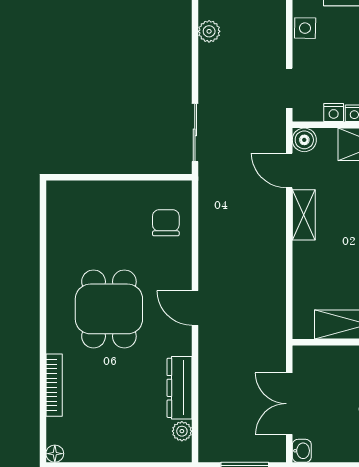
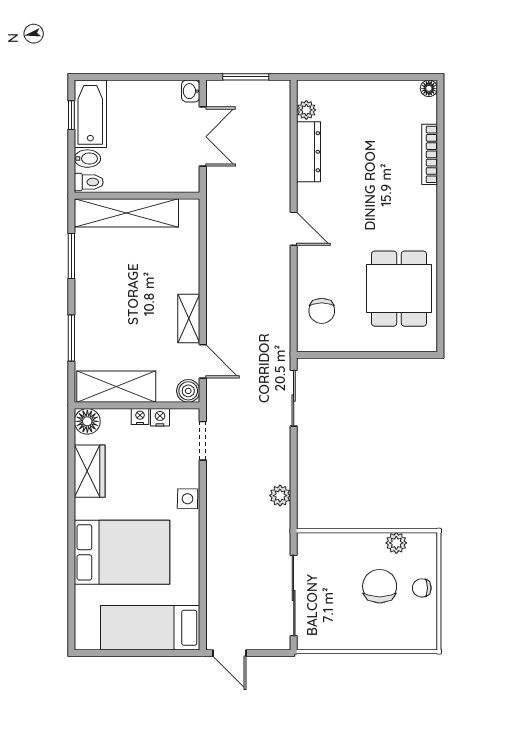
dining table: (109, 309) -> (399, 289), moved

